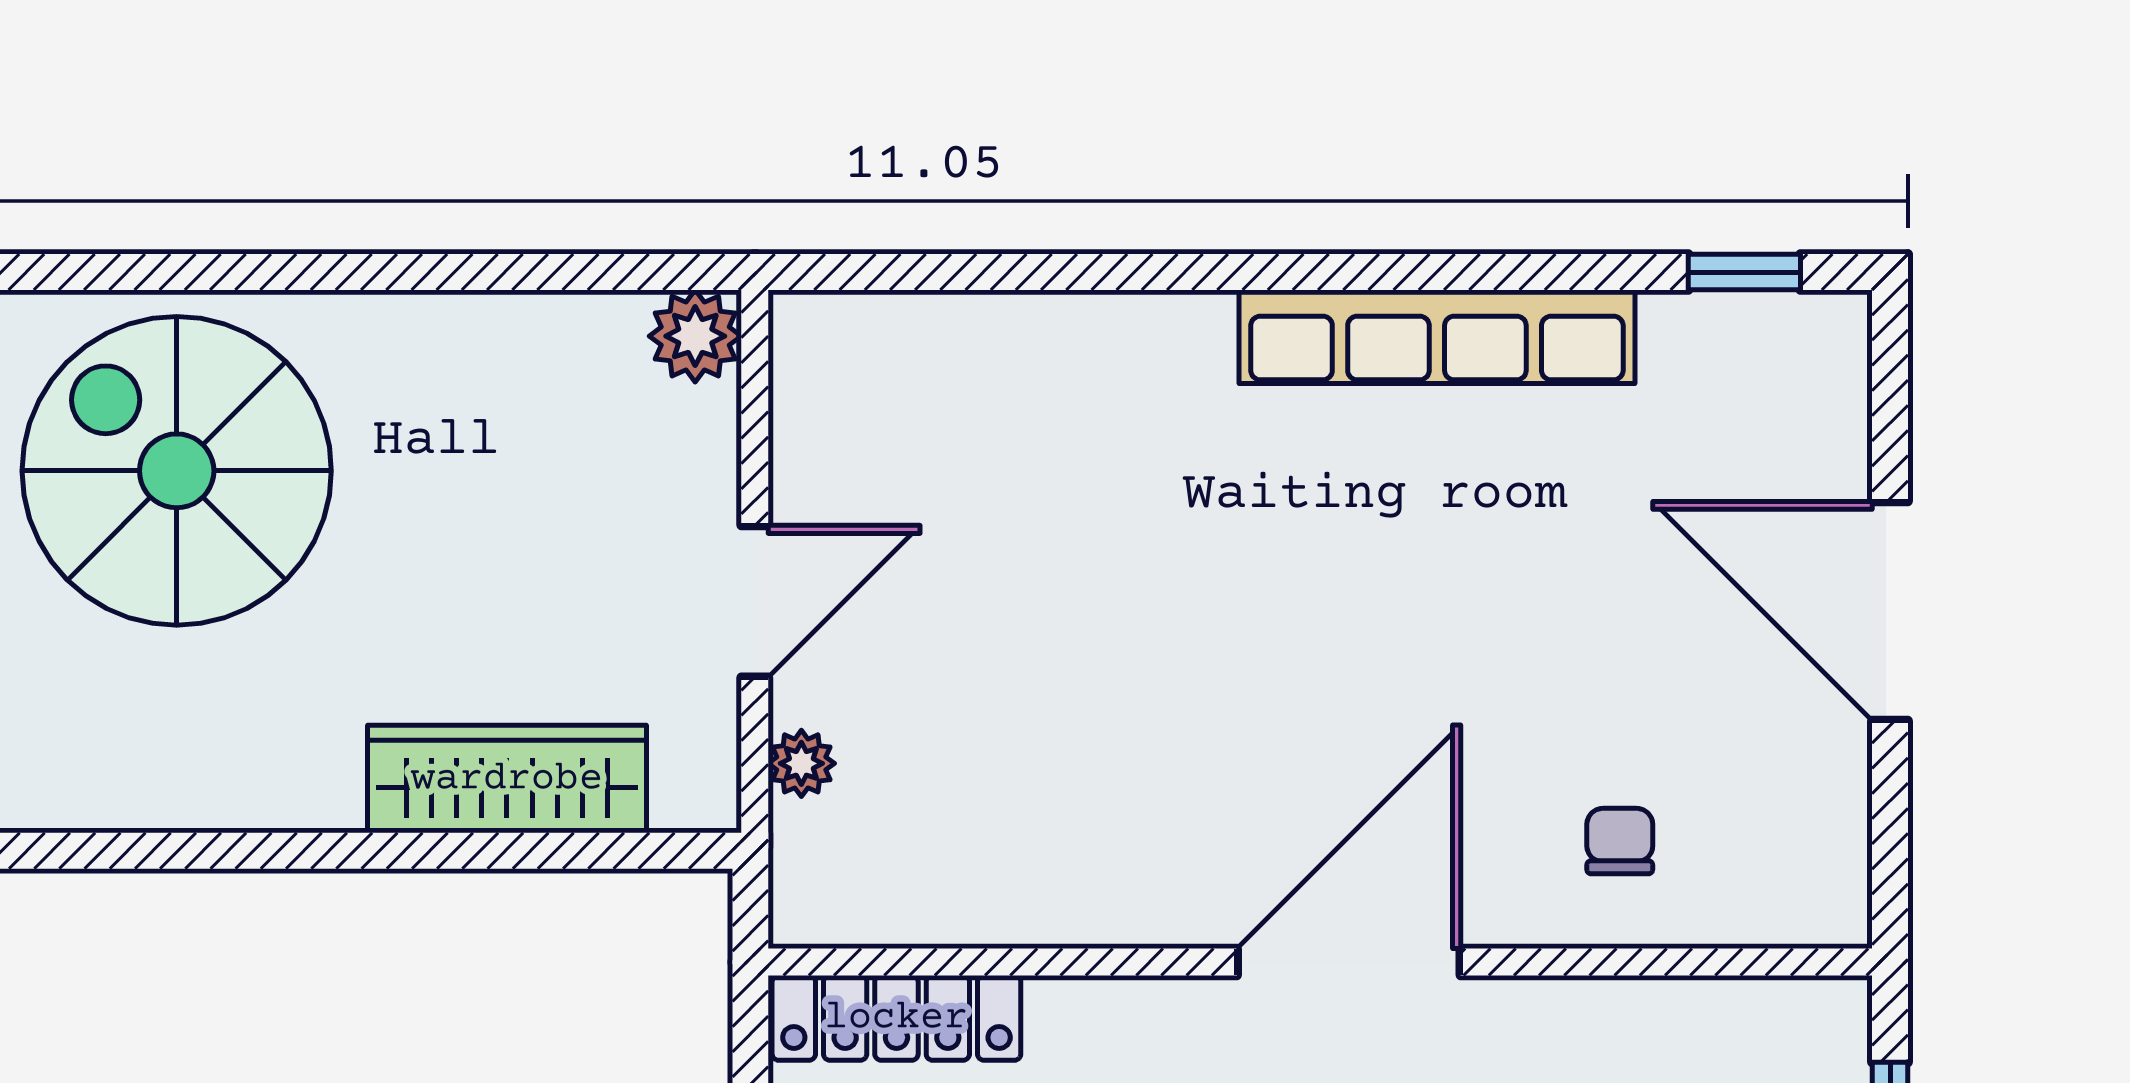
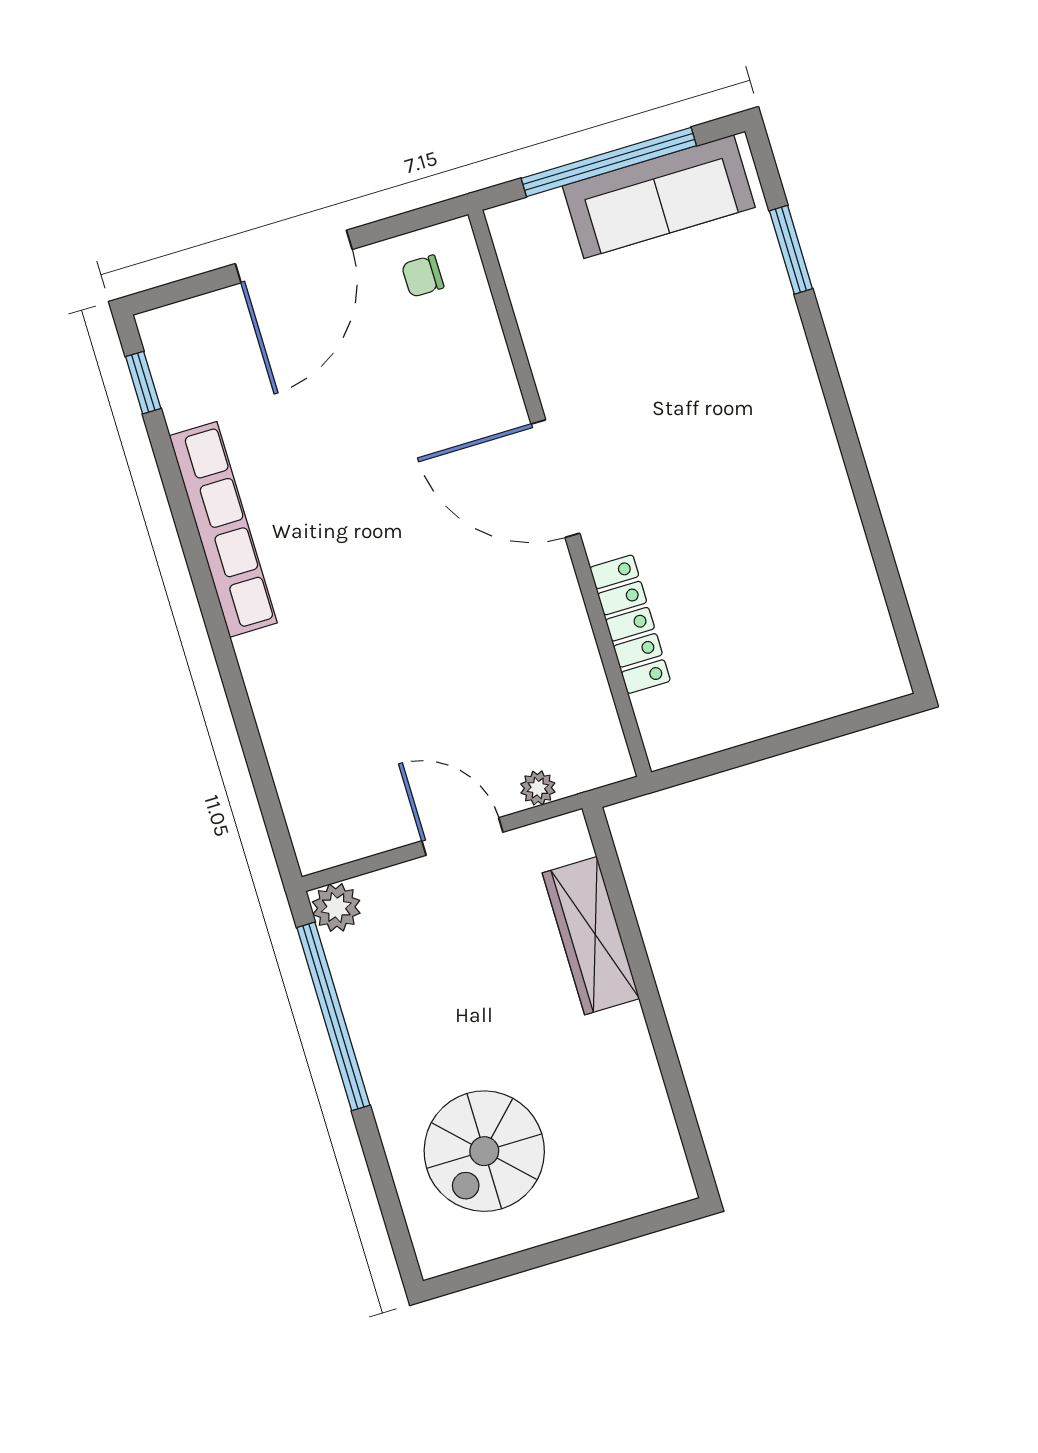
window: (501, 272) -> (333, 1016), added
spiral stairs: (177, 471) -> (484, 1151), width x0.73, depth x0.73
chair: (1620, 841) -> (423, 276), moved
locker: (896, 1018) -> (630, 624), moved

